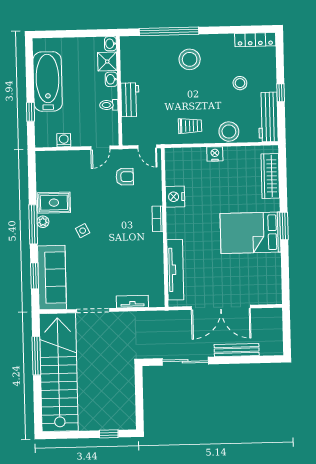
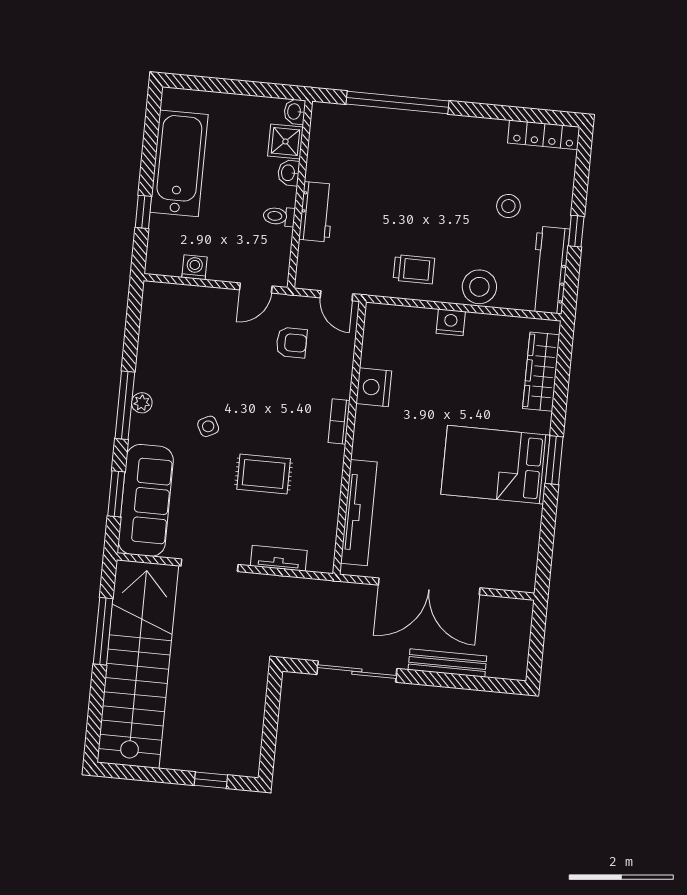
stool: (190, 59) -> (427, 155), removed
rug: (54, 203) -> (264, 474), moved

